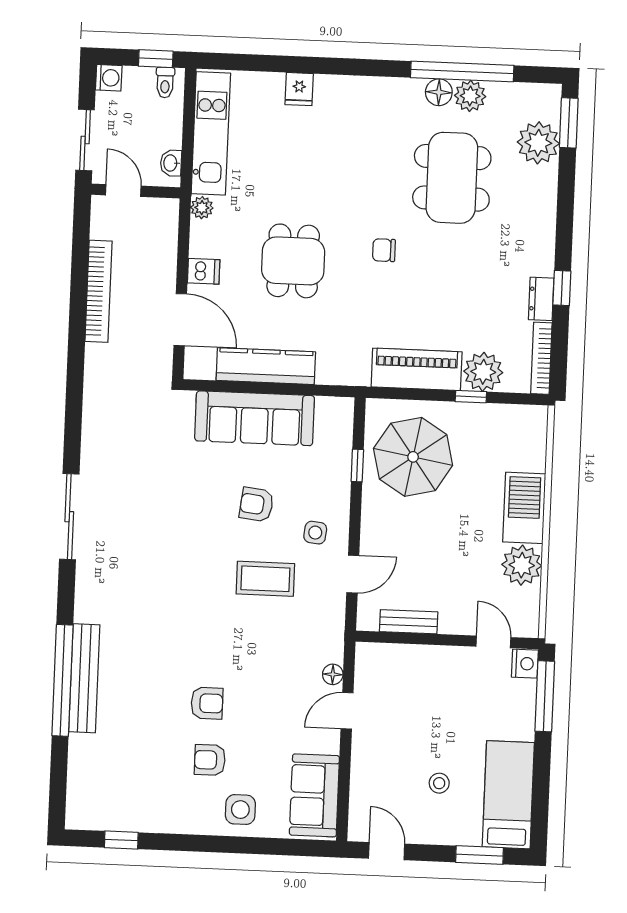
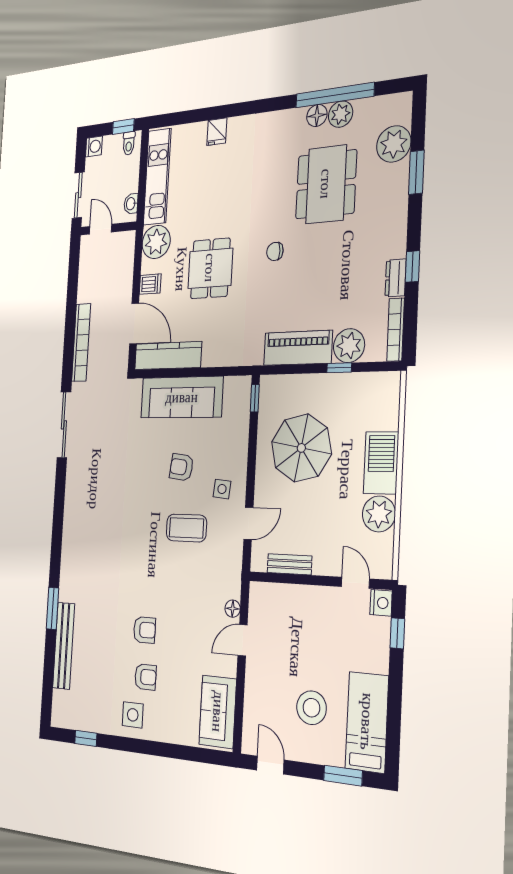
window: (569, 123) -> (416, 172), moved
plant: (202, 208) -> (156, 242), width x1.87, depth x1.87
bookcase: (99, 291) -> (81, 342), moved
kitchen counter: (266, 366) -> (168, 356), moved
parasol: (413, 457) -> (301, 448), moved
window: (357, 466) -> (255, 398), moved
sliding door: (69, 517) -> (64, 425), moved
bench: (84, 678) -> (64, 646), moved
window: (62, 680) -> (53, 608), width x0.47
window: (545, 696) -> (397, 633), width x0.46
armchair: (210, 760) -> (145, 677), turned 180
stool: (439, 783) -> (311, 708), width x1.89, depth x1.89
side table: (240, 810) -> (133, 715), moved

